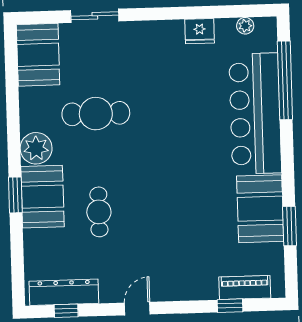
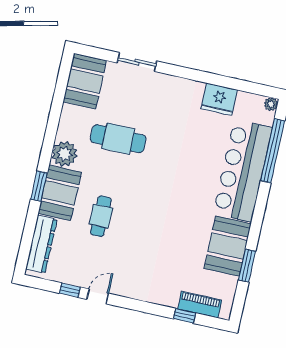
plant: (245, 26) -> (271, 104), moved
fridge: (200, 31) -> (219, 99), width x1.36, depth x1.34
dresser: (64, 292) -> (41, 244), moved, turned 90
door: (137, 309) -> (98, 296), moved
window: (66, 311) -> (70, 290), moved

